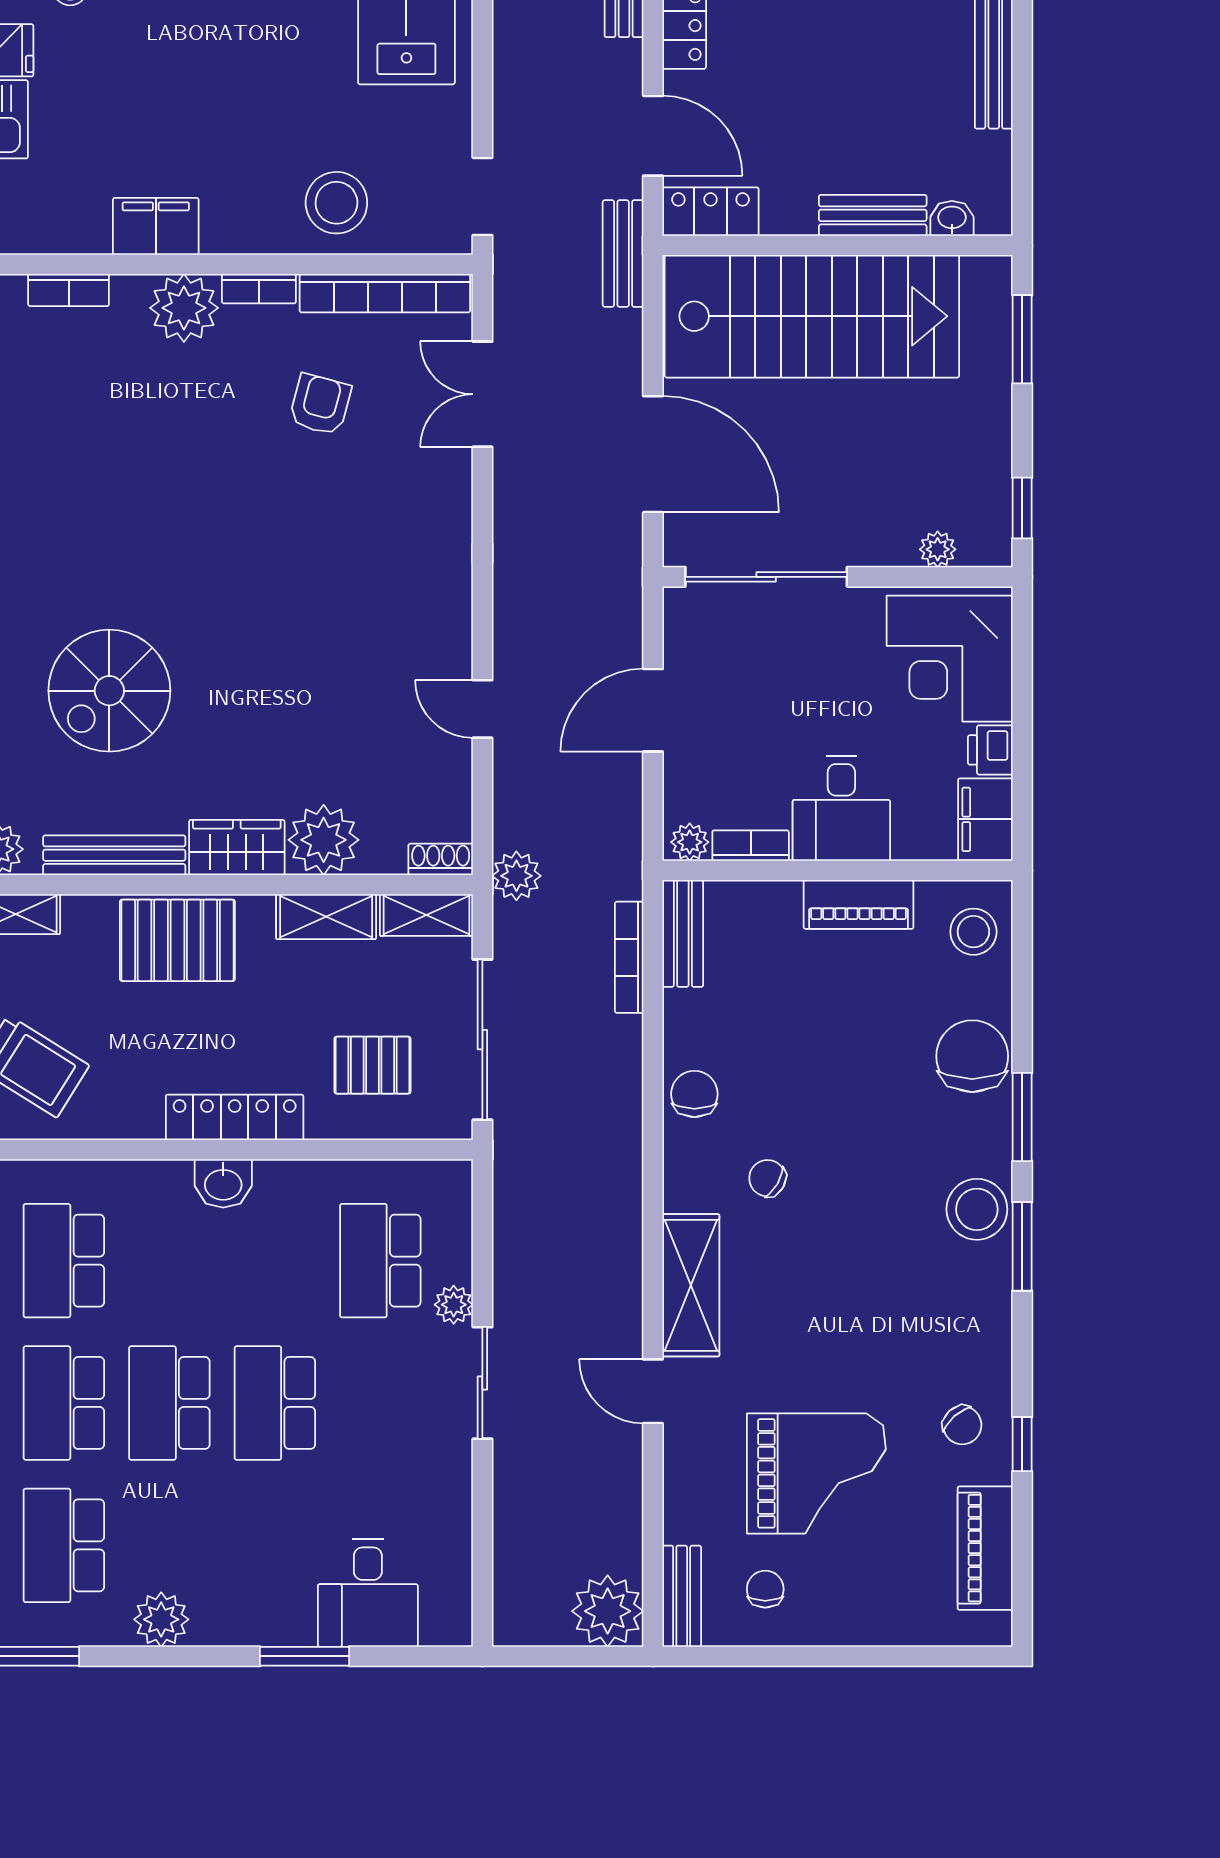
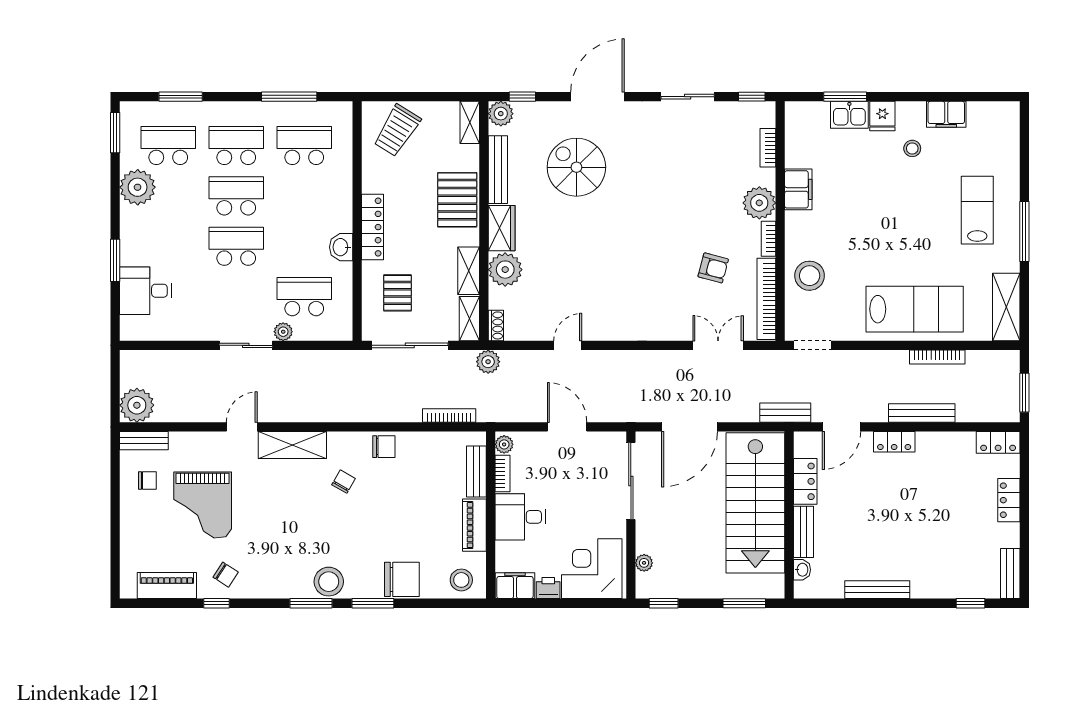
locker: (710, 212) -> (805, 481), moved
bench: (683, 933) -> (476, 471), moved, turned 90
washbasin: (223, 1183) -> (341, 247), moved
chair: (962, 1425) -> (226, 575), turned -105
plant: (161, 1619) -> (138, 187), width x1.36, depth x1.36

